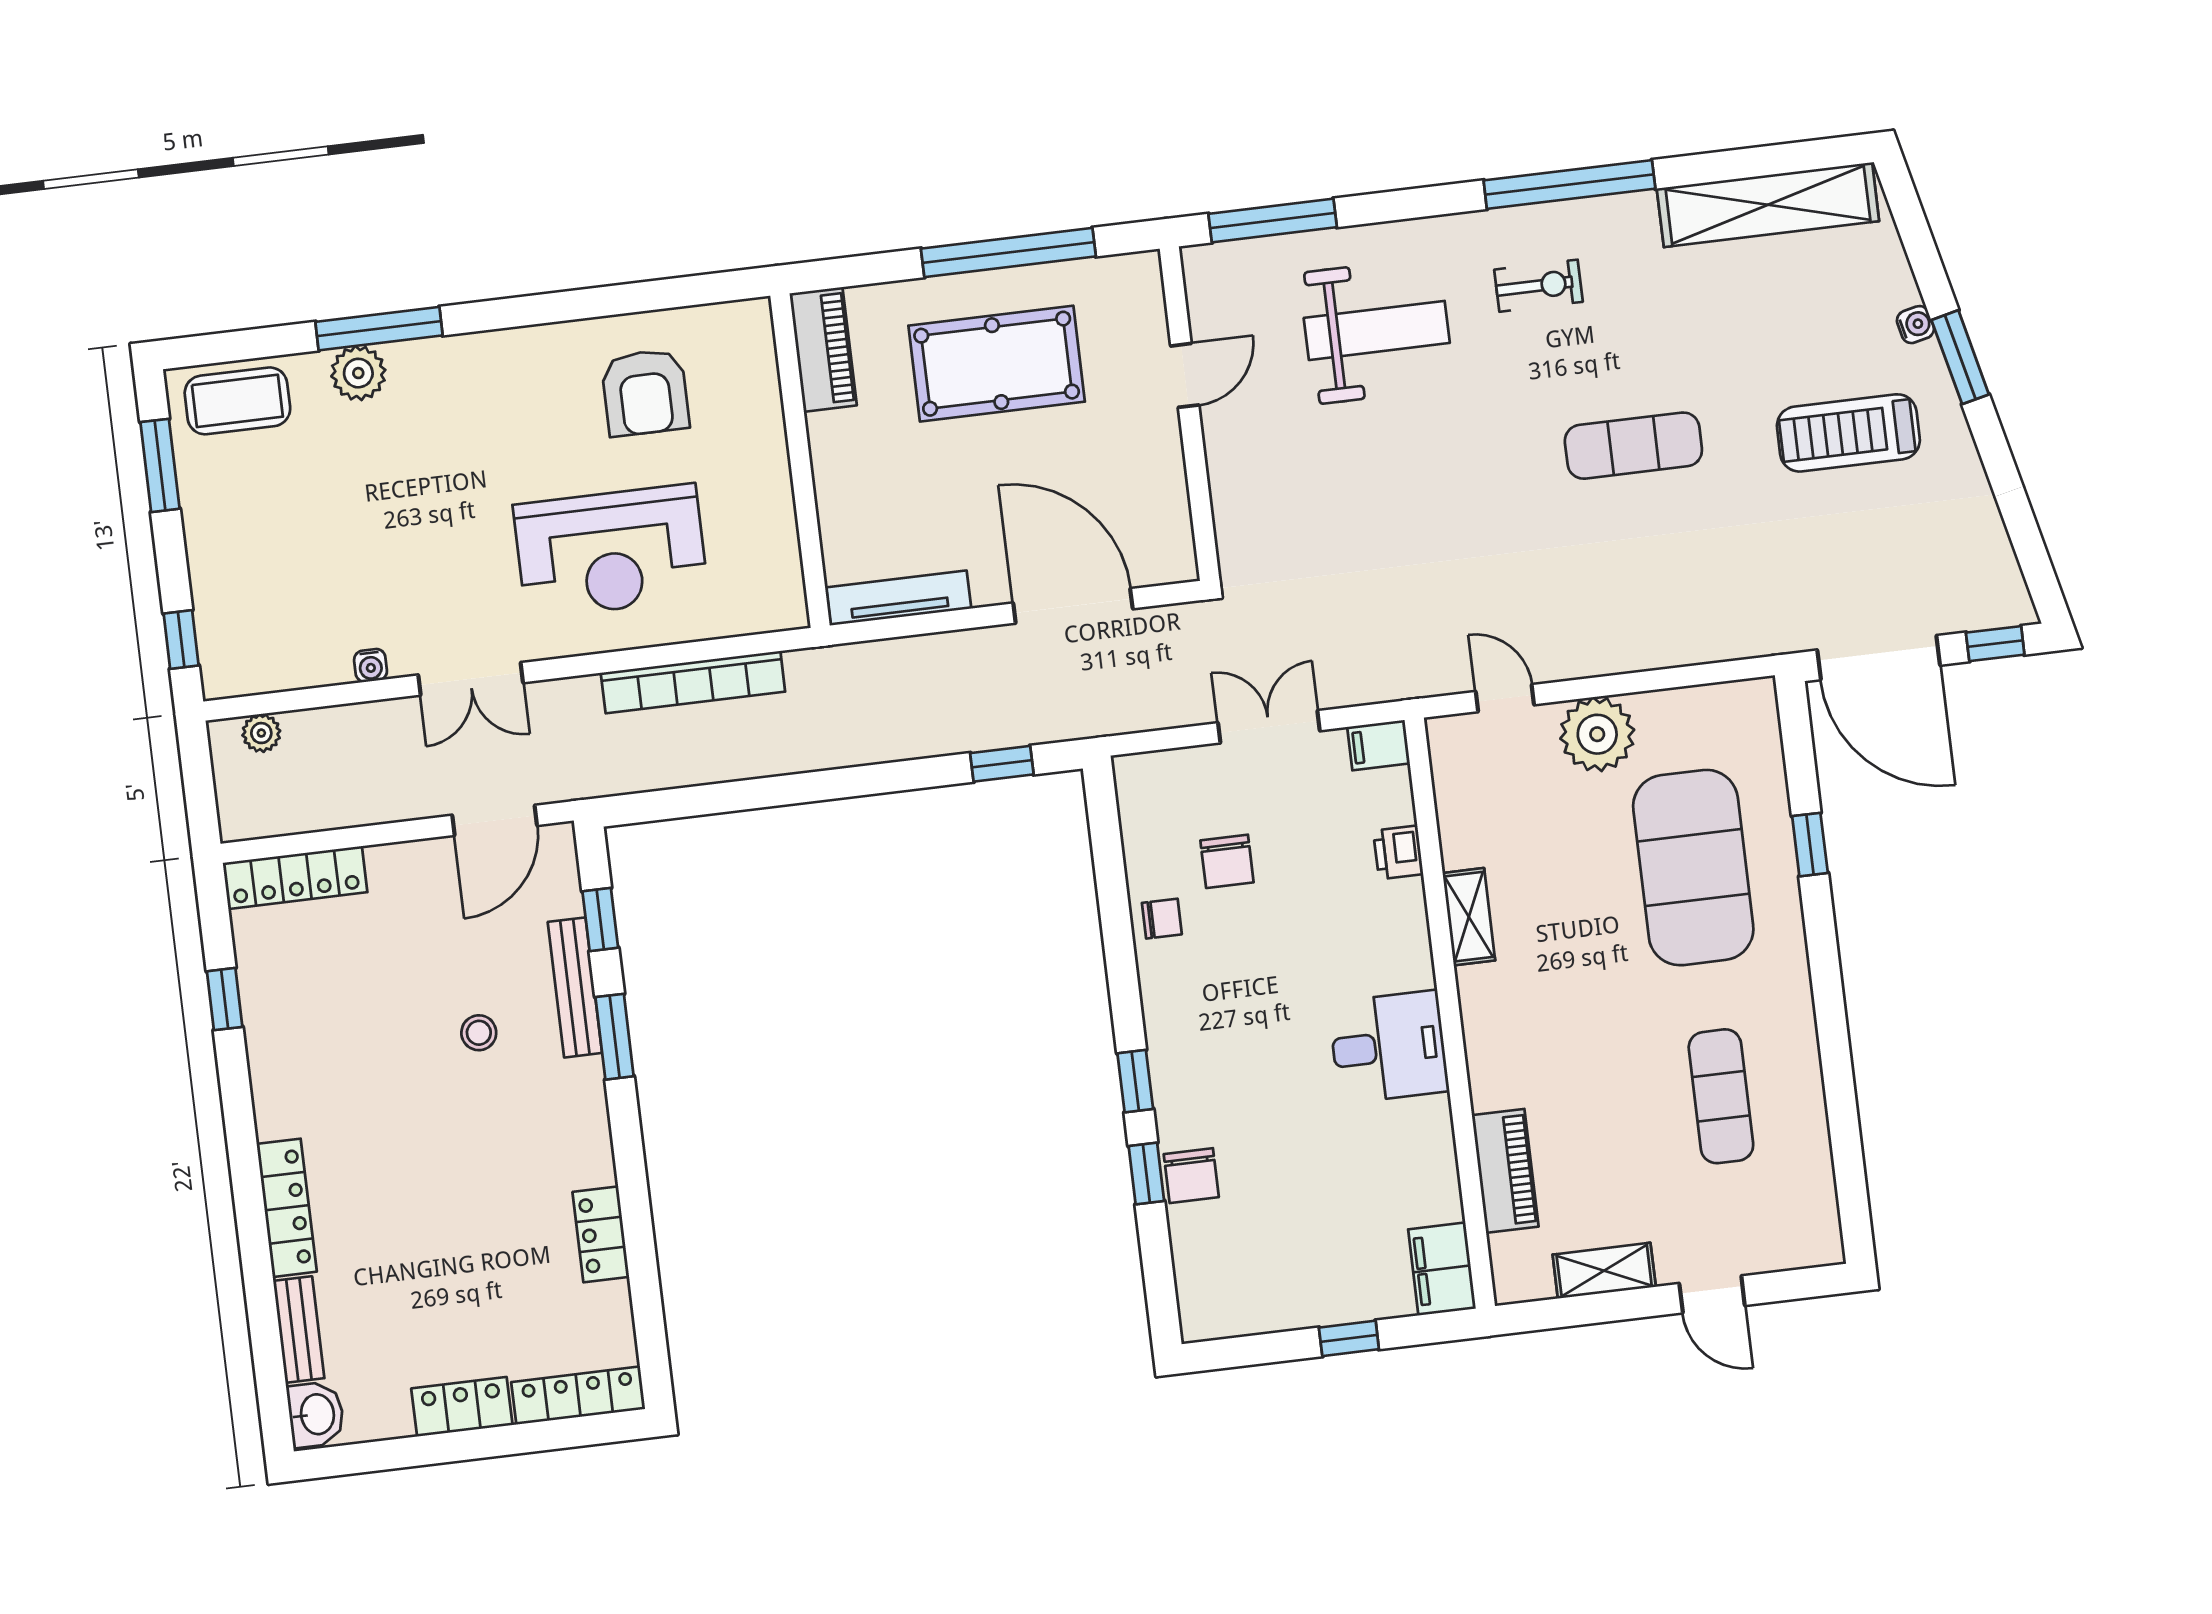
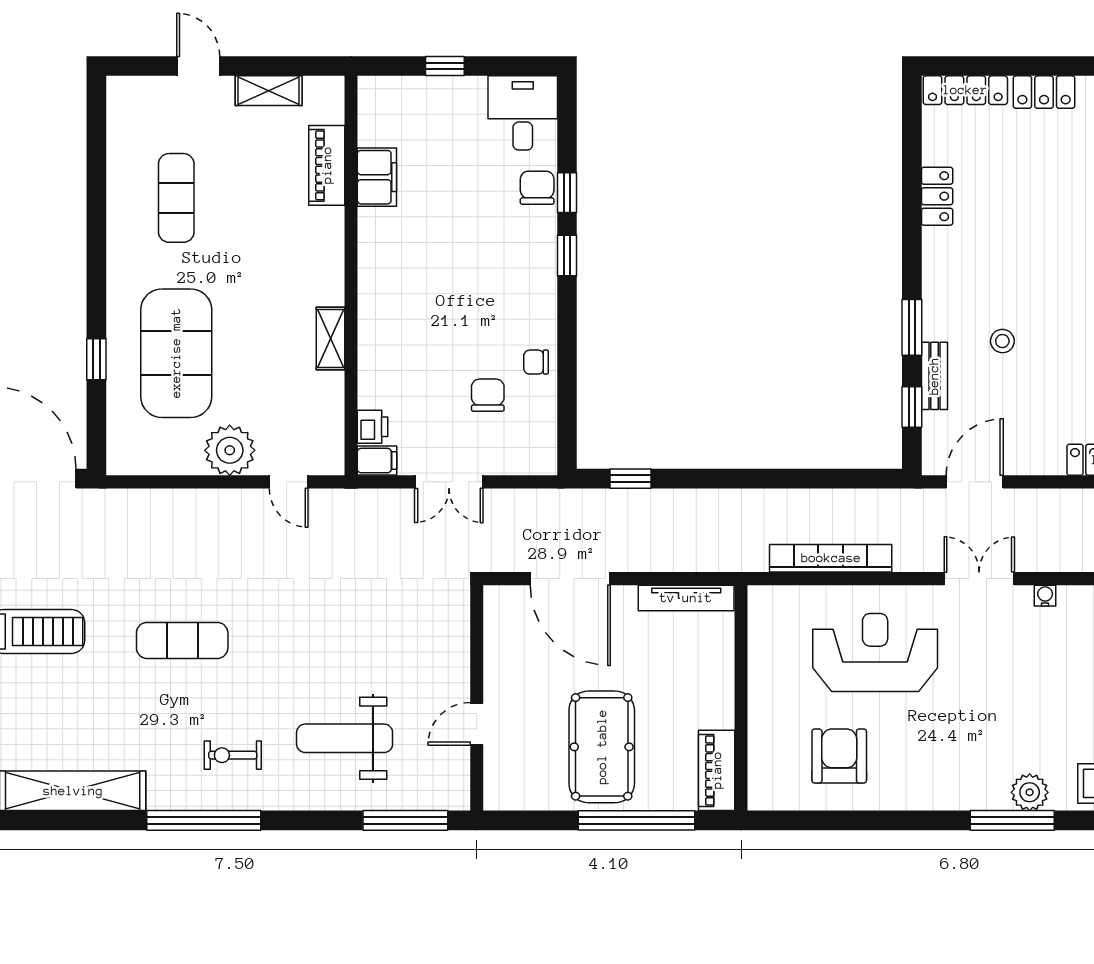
window: (1008, 252) -> (636, 820), moved
pool table: (997, 364) -> (602, 747), turned 90
printer: (1398, 852) -> (373, 427), moved
bench: (575, 987) -> (934, 376), width x0.73
desk: (1389, 1047) -> (523, 113), moved, turned 90
filing cabinet: (1442, 1269) -> (377, 177), moved

